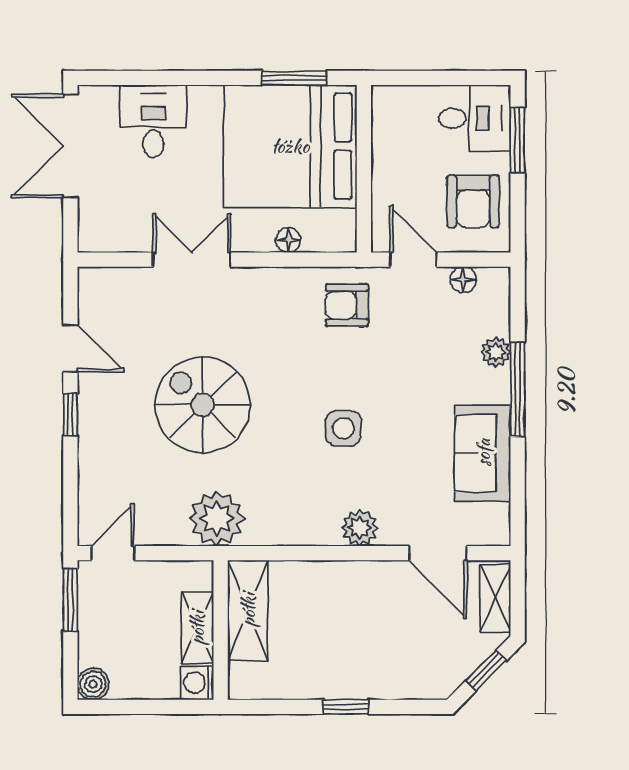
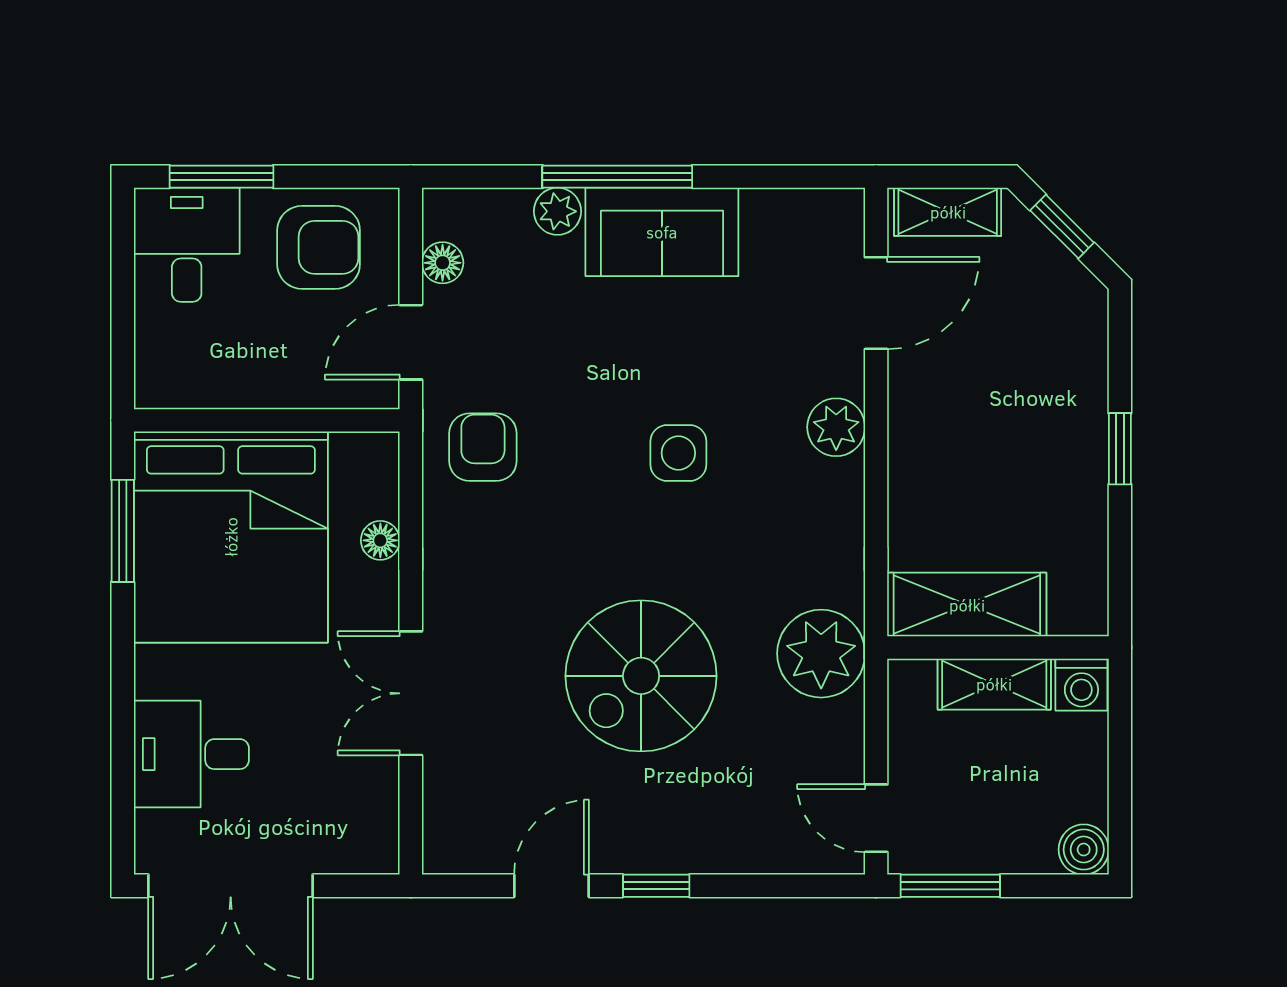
armchair: (347, 305) -> (483, 447), turned 180
sofa: (483, 453) -> (662, 232), moved

